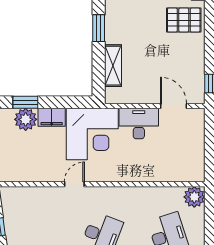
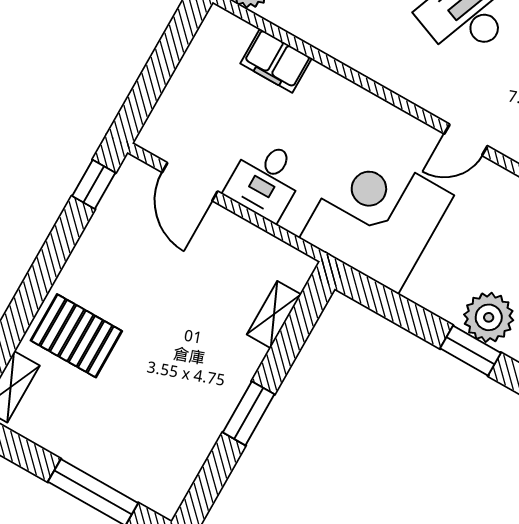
shelving: (113, 66) -> (274, 314), width x0.67, depth x0.75
filing cabinet: (52, 117) -> (276, 61), moved, turned 180
desk: (139, 124) -> (266, 180), width x0.73

